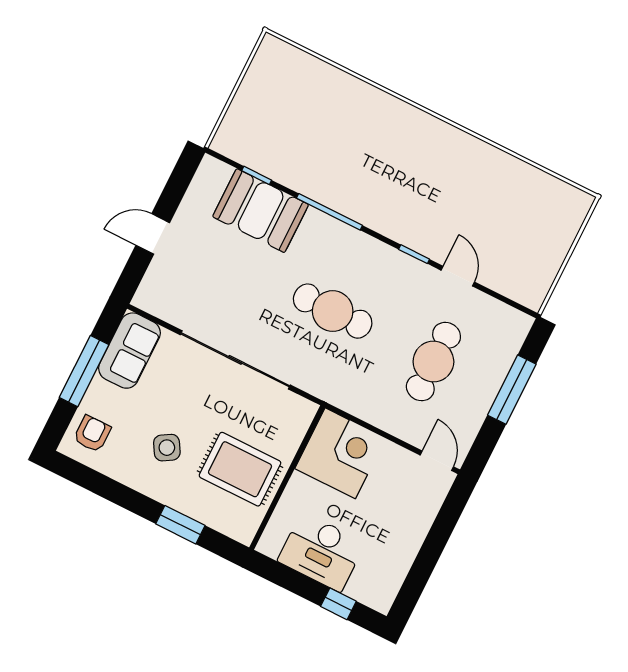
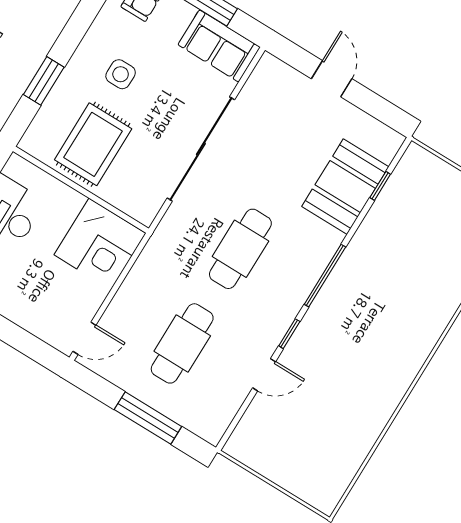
window: (329, 212) -> (325, 276), moved
cafe table: (433, 362) -> (182, 343), turned 90
side table: (167, 448) -> (121, 74), turned 31

